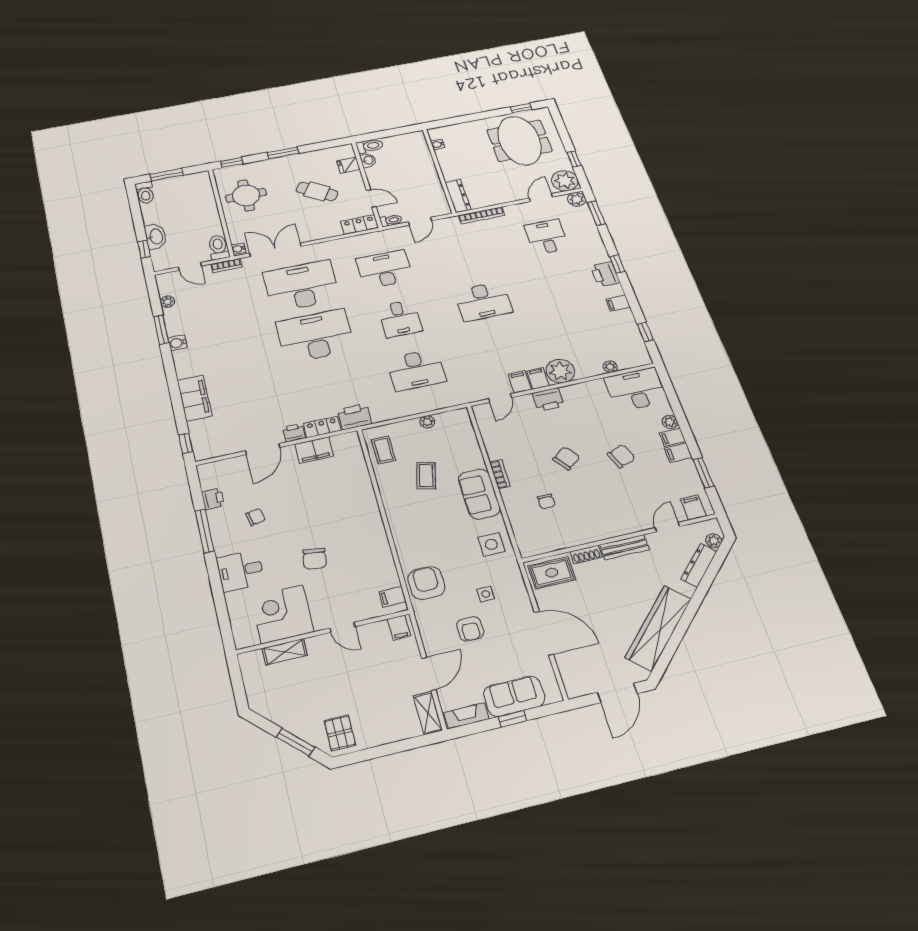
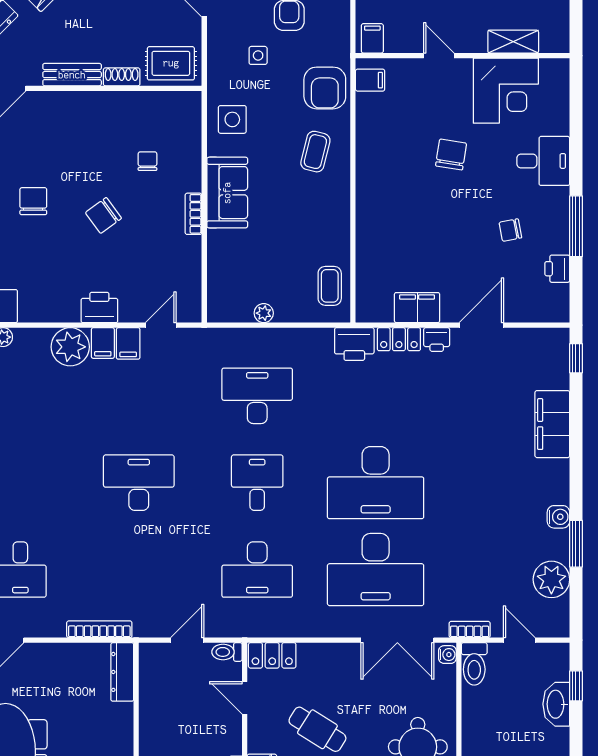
plant: (167, 302) -> (551, 579), width x1.88, depth x1.88
chair: (621, 456) -> (33, 201), turned 111
coffee table: (426, 476) -> (315, 152), moved

